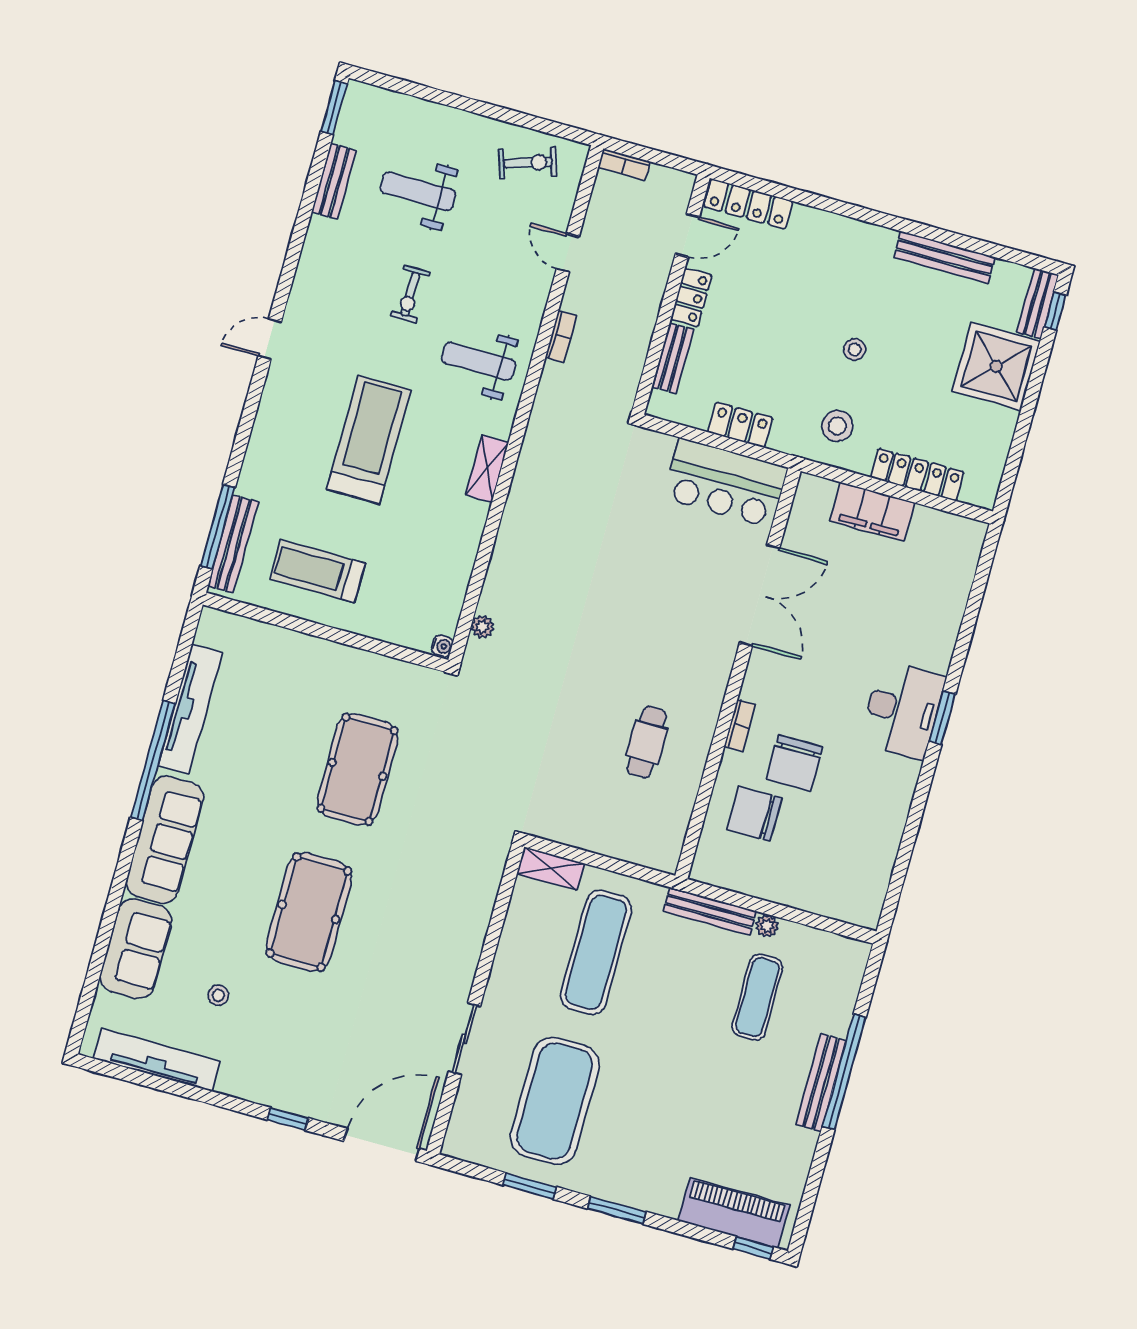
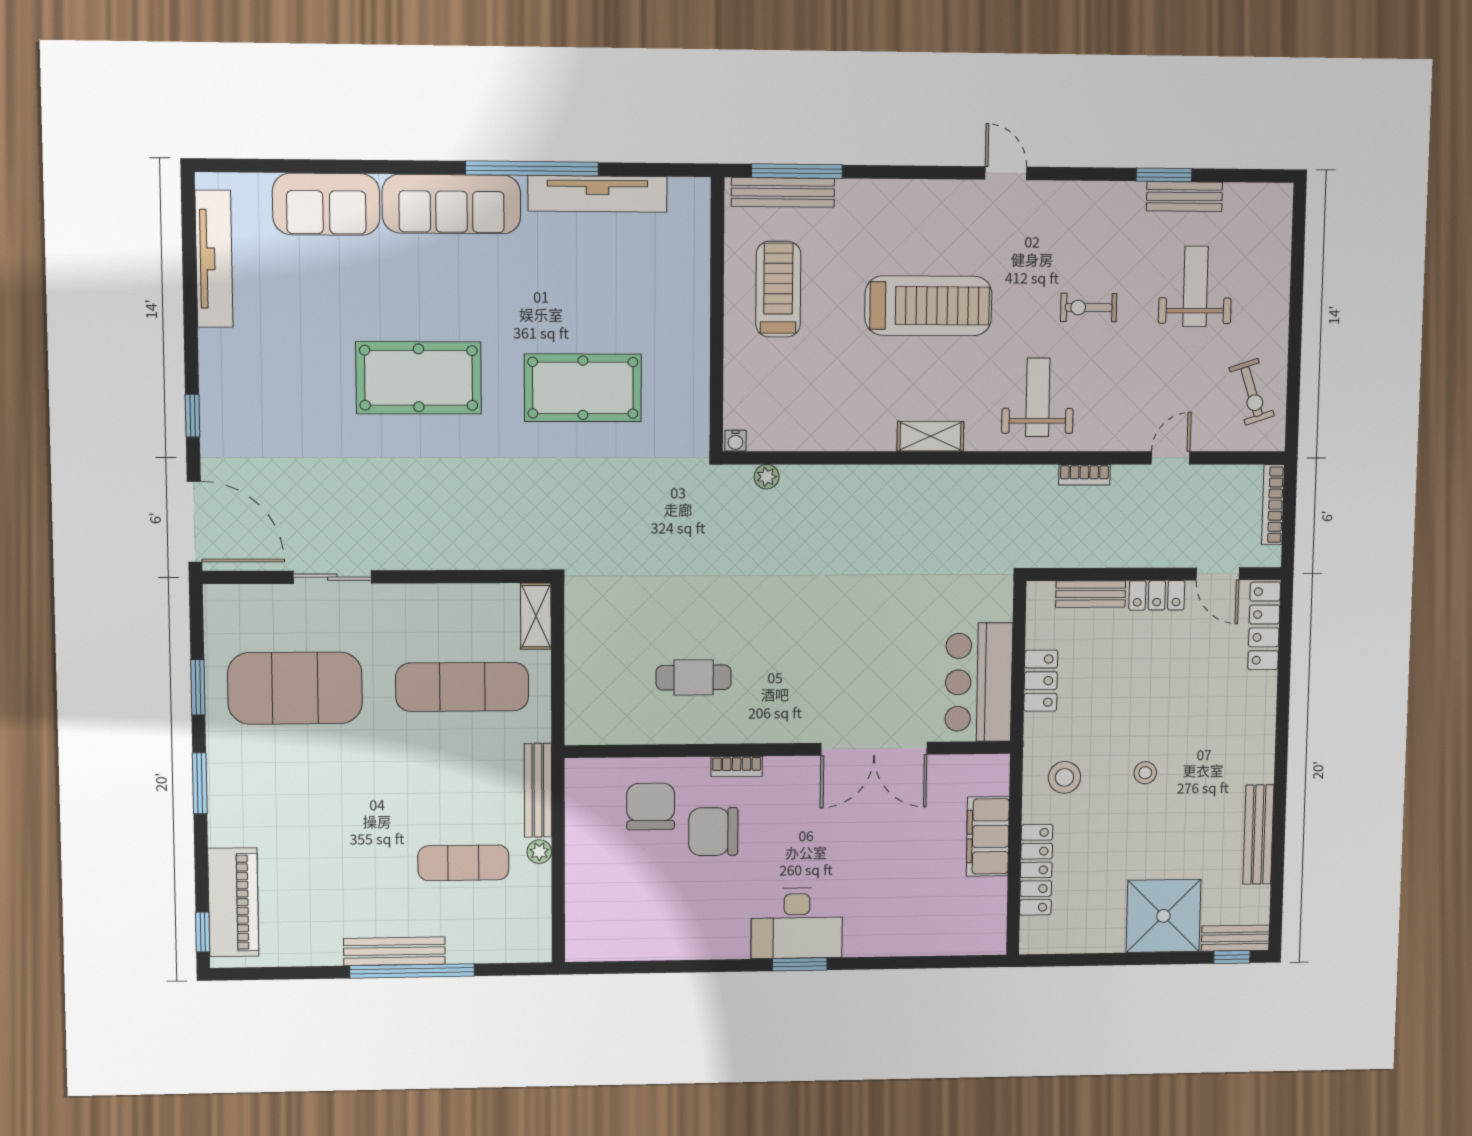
window: (334, 108) -> (1164, 175), moved
bookcase: (624, 164) -> (1273, 505), width x1.56
stool: (218, 995) -> (302, 306), removed

